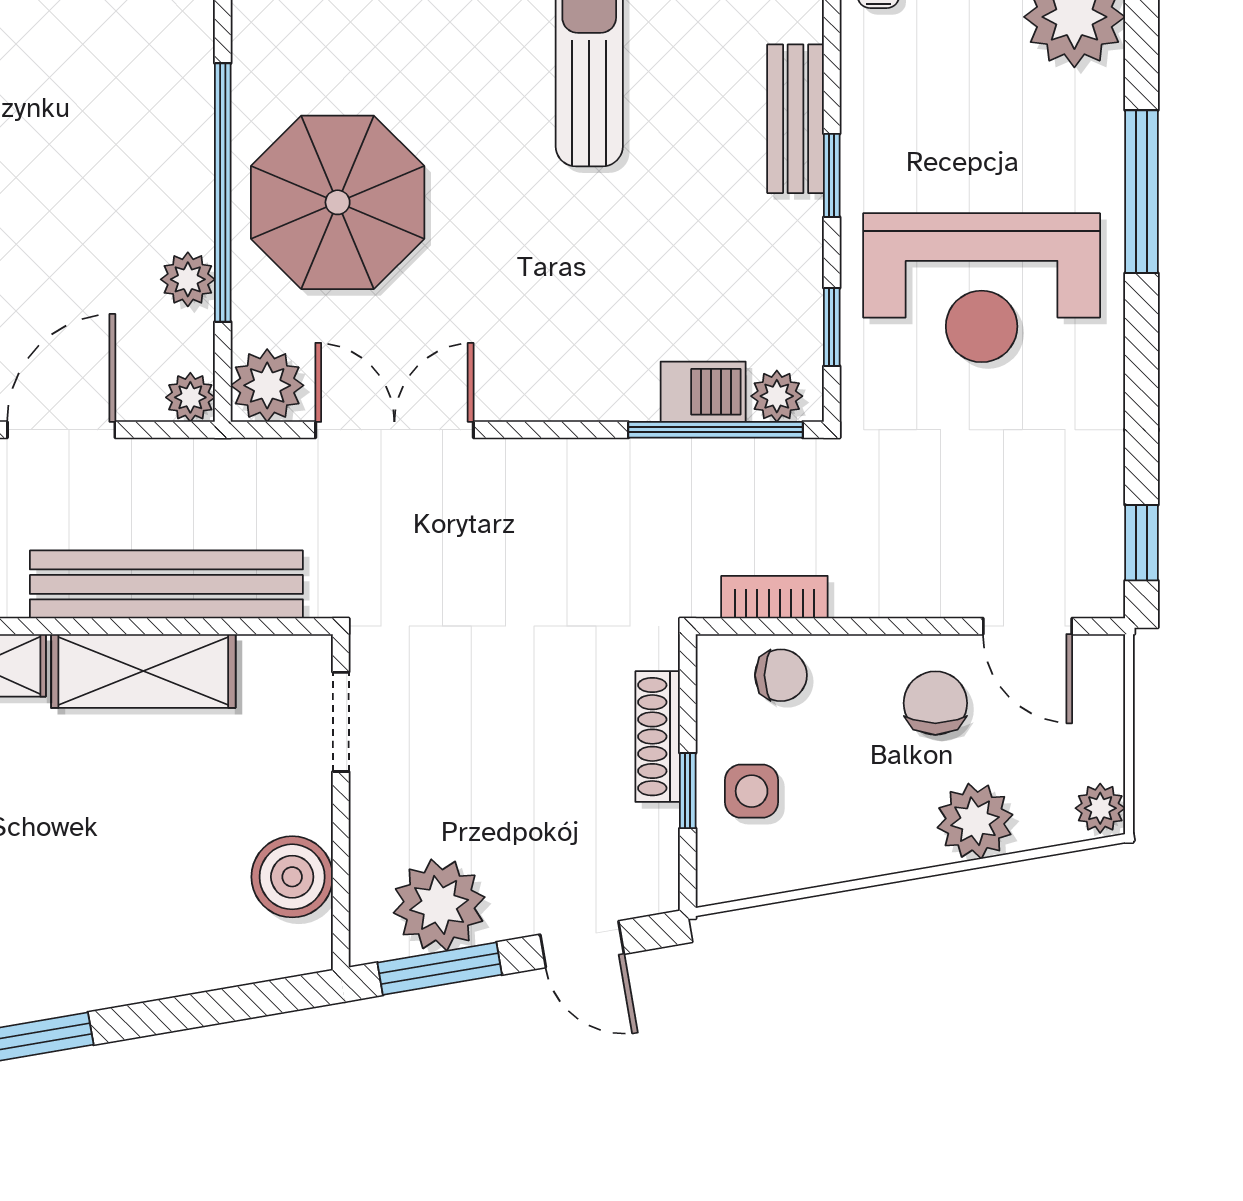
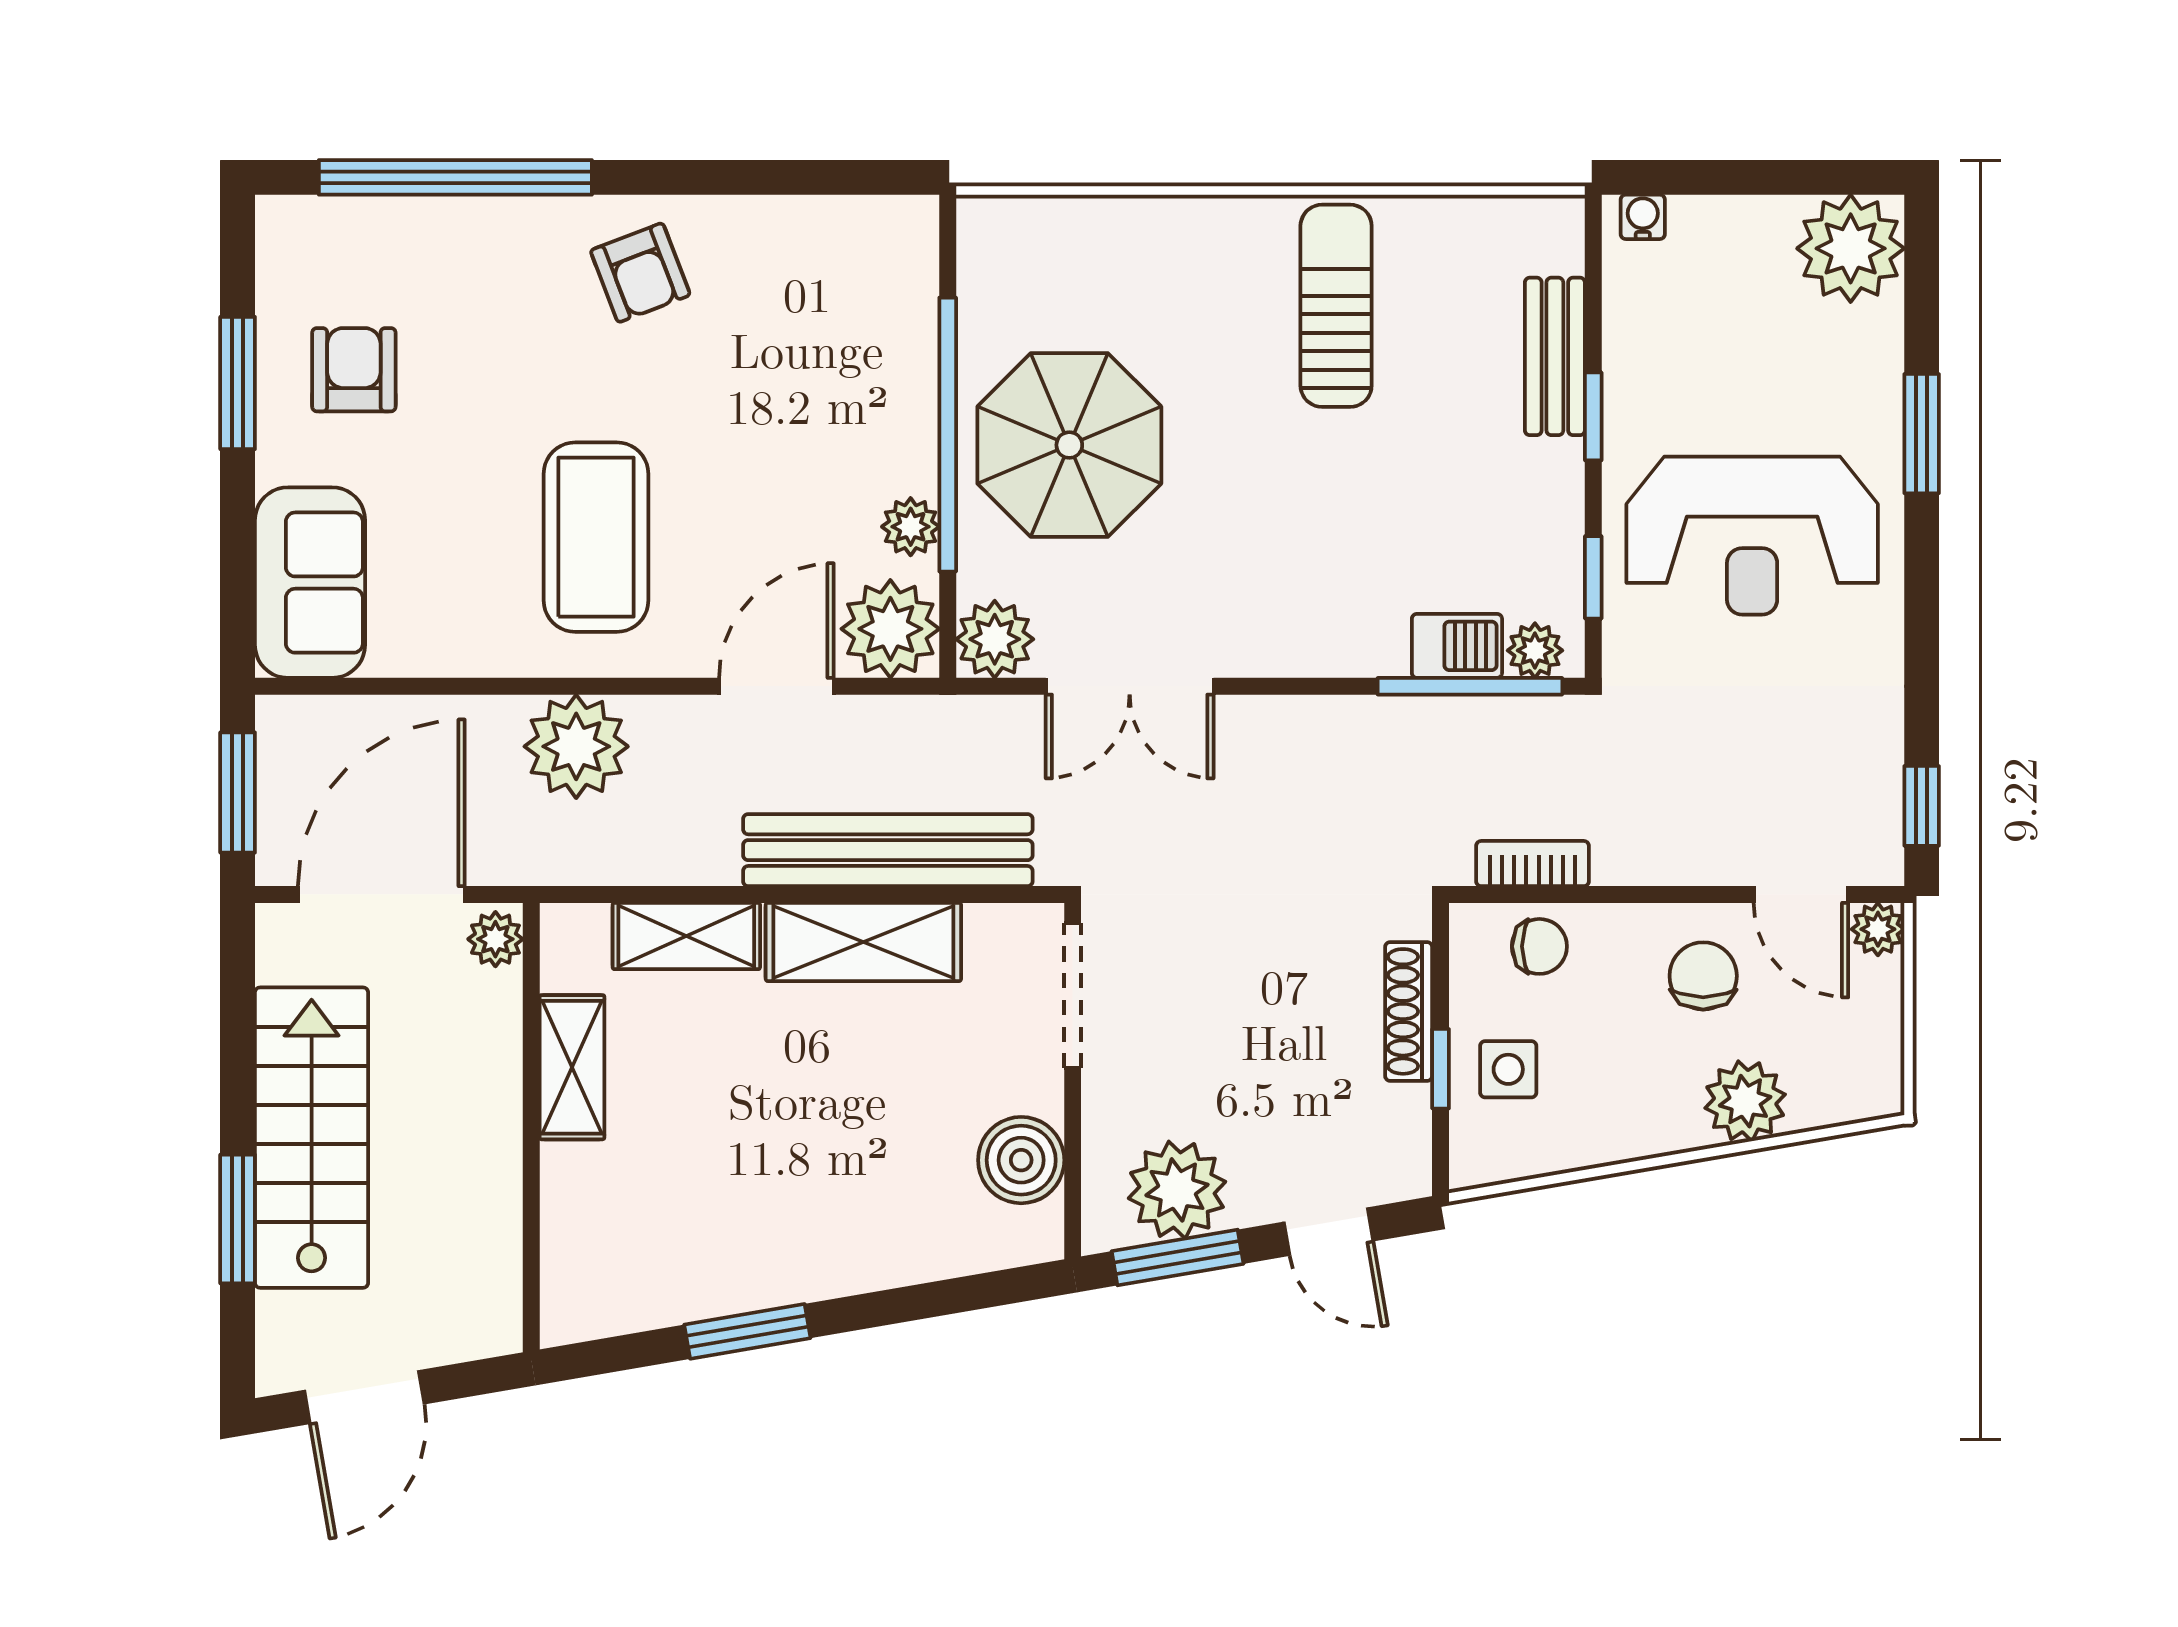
window: (1141, 192) -> (1922, 434), width x0.69
plant: (190, 397) -> (890, 629), width x1.88, depth x1.88
double door: (394, 430) -> (1130, 686), swing flipped
doorway: (341, 722) -> (1073, 996), width x1.38
plant: (1100, 808) -> (1878, 929), moved

